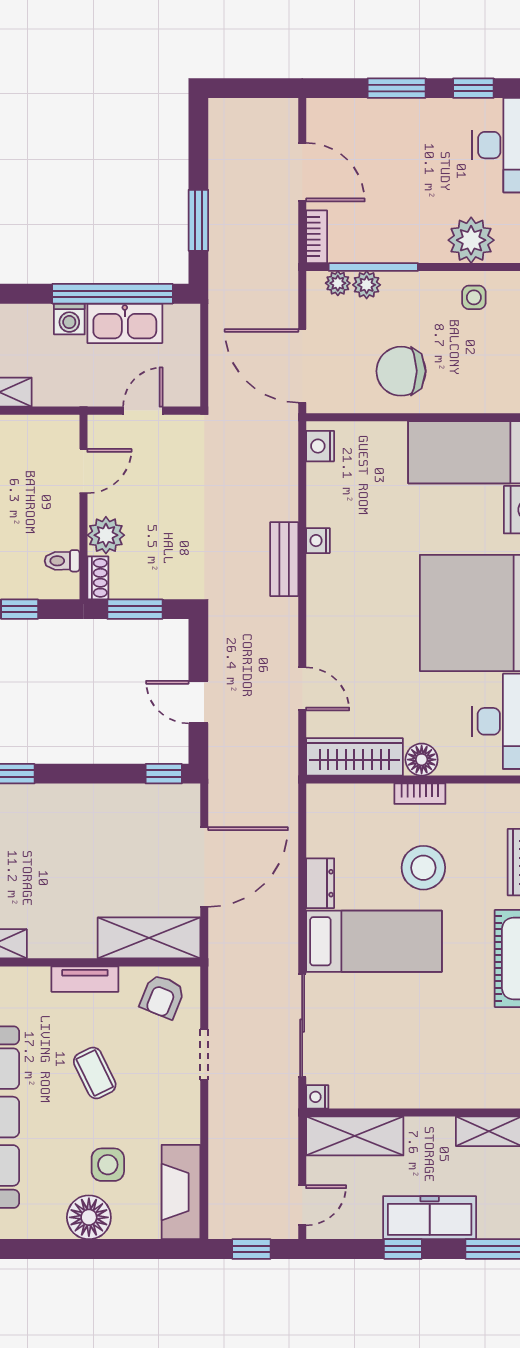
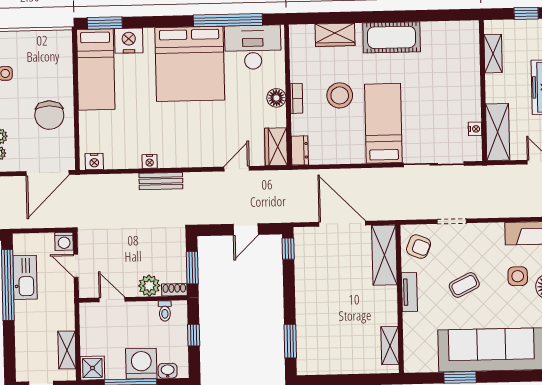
washing machine: (69, 319) -> (64, 241), moved, turned 90
wardrobe: (354, 757) -> (276, 147), width x0.67
dresser: (320, 883) -> (300, 150), moved, turned 90
nightstand: (317, 1097) -> (475, 129), moved, turned -90

